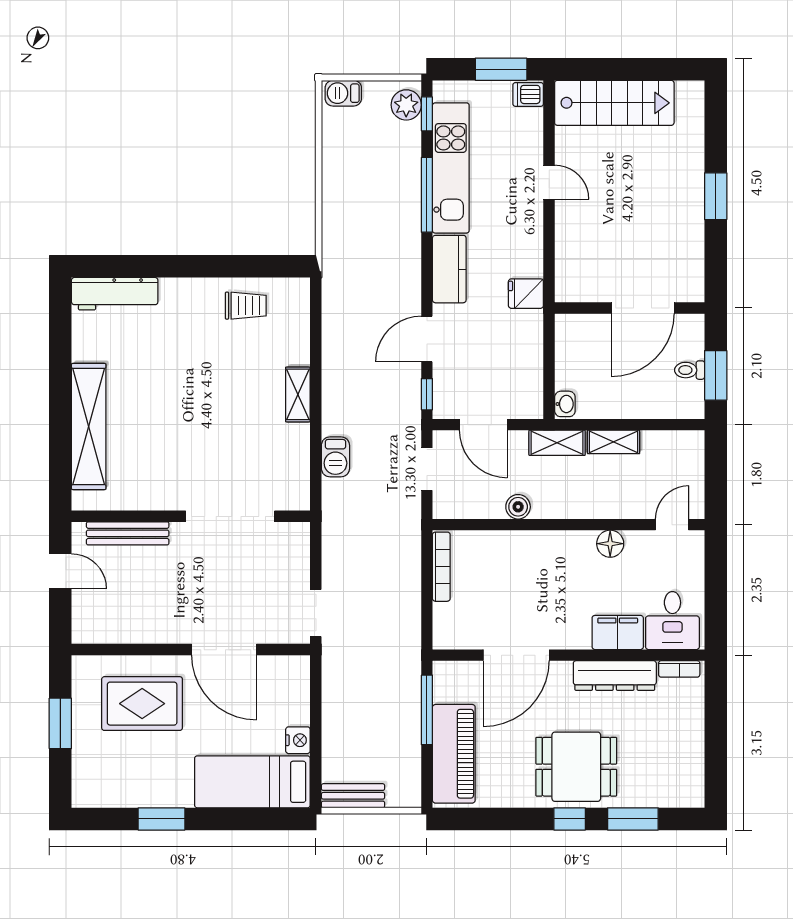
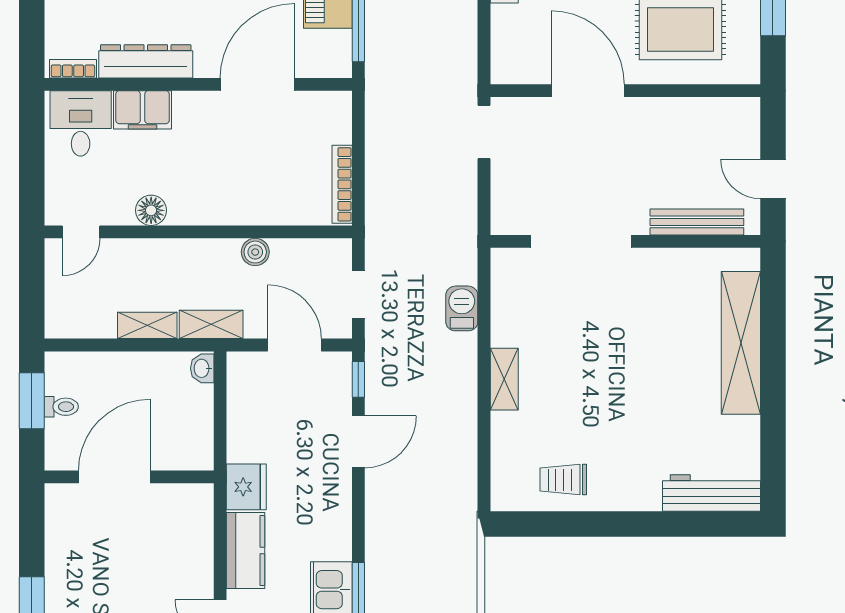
kitchen counter: (449, 269) -> (246, 550), moved, turned 180
fridge: (526, 294) -> (246, 487), width x1.38

